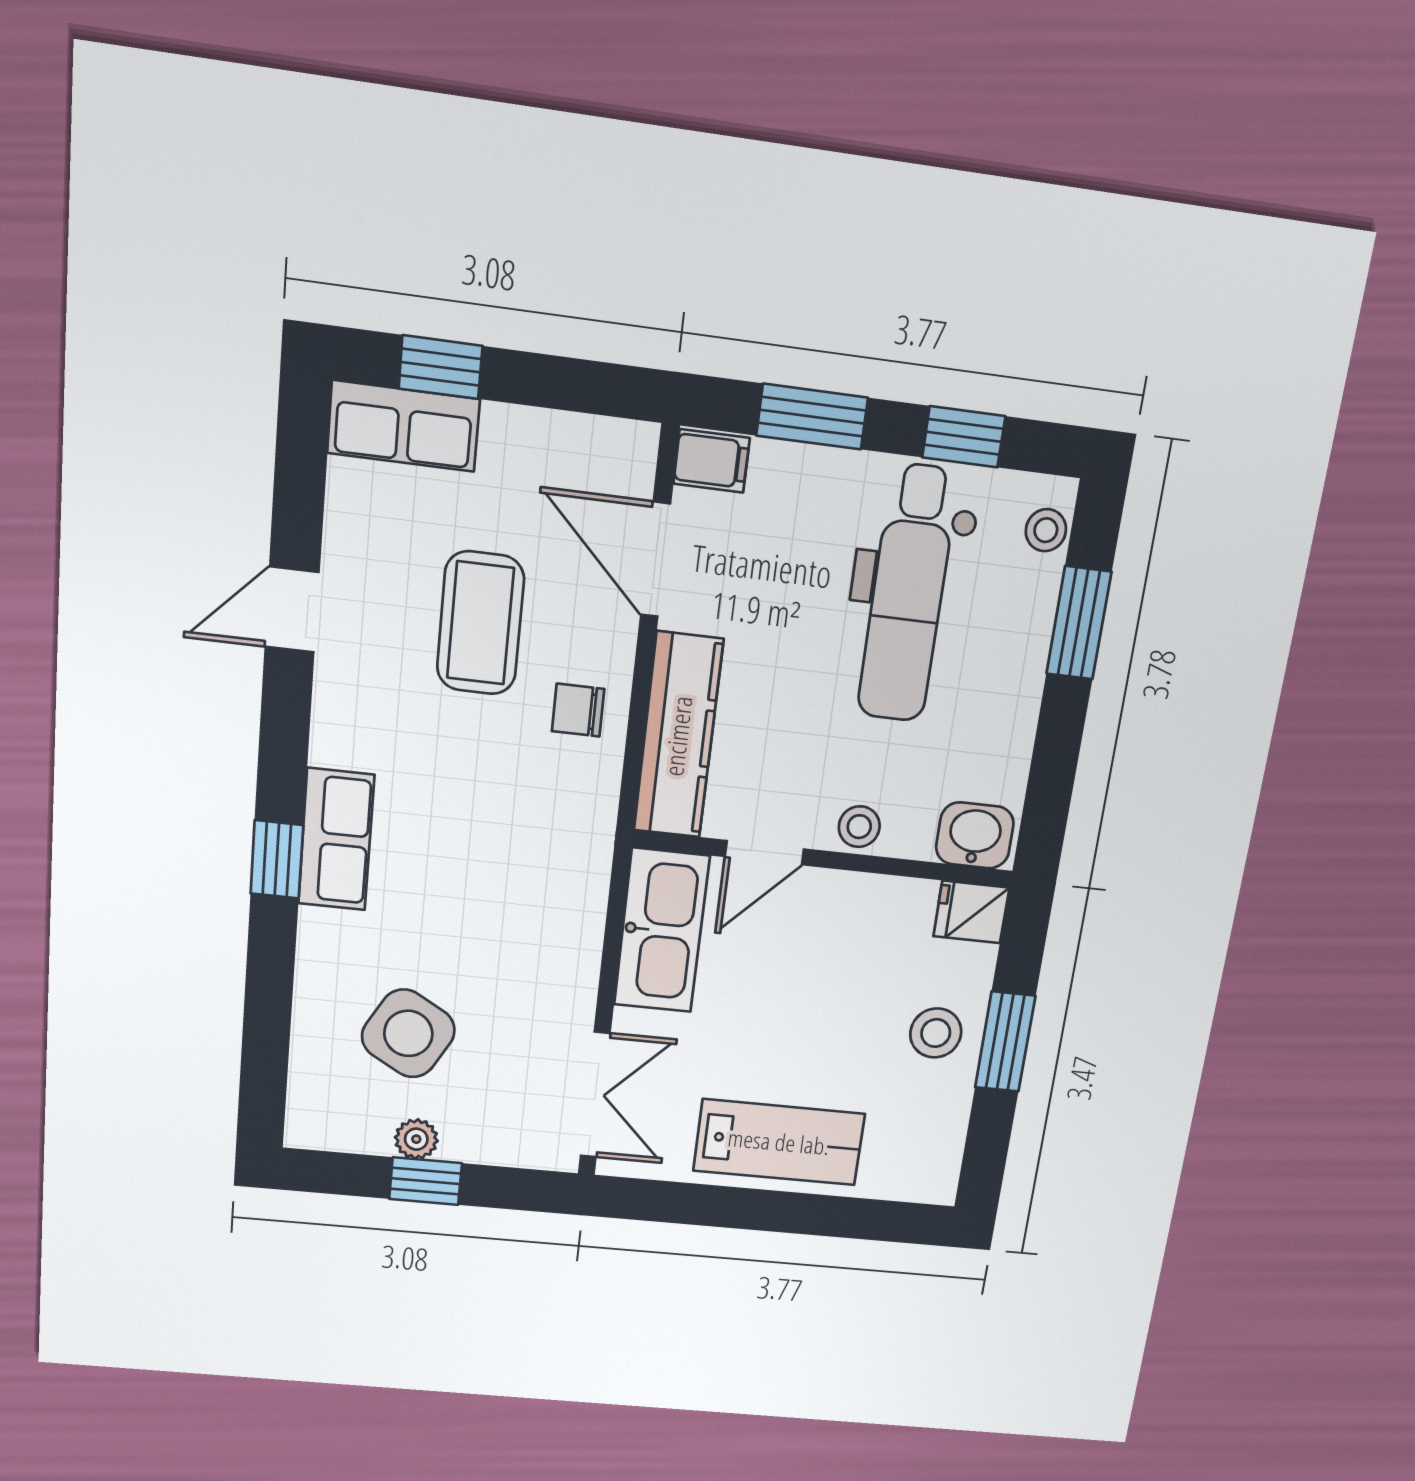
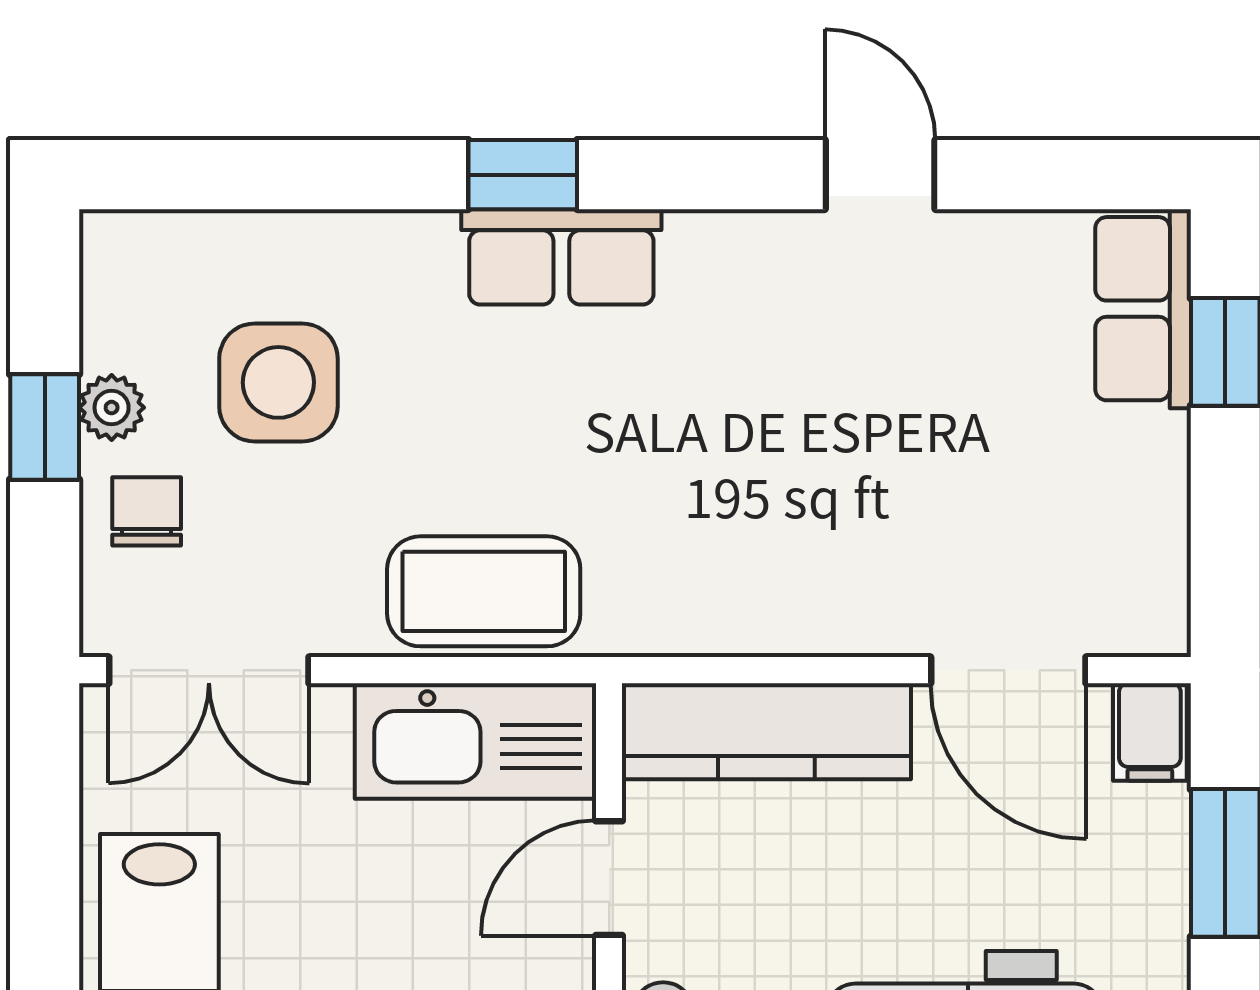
door: (656, 559) -> (1008, 670), swing flipped
coffee table: (480, 623) -> (484, 591), moved
chair: (578, 710) -> (147, 511), moved
door: (764, 853) -> (609, 878), hinge flipped
side table: (408, 1033) -> (278, 382), turned -30

